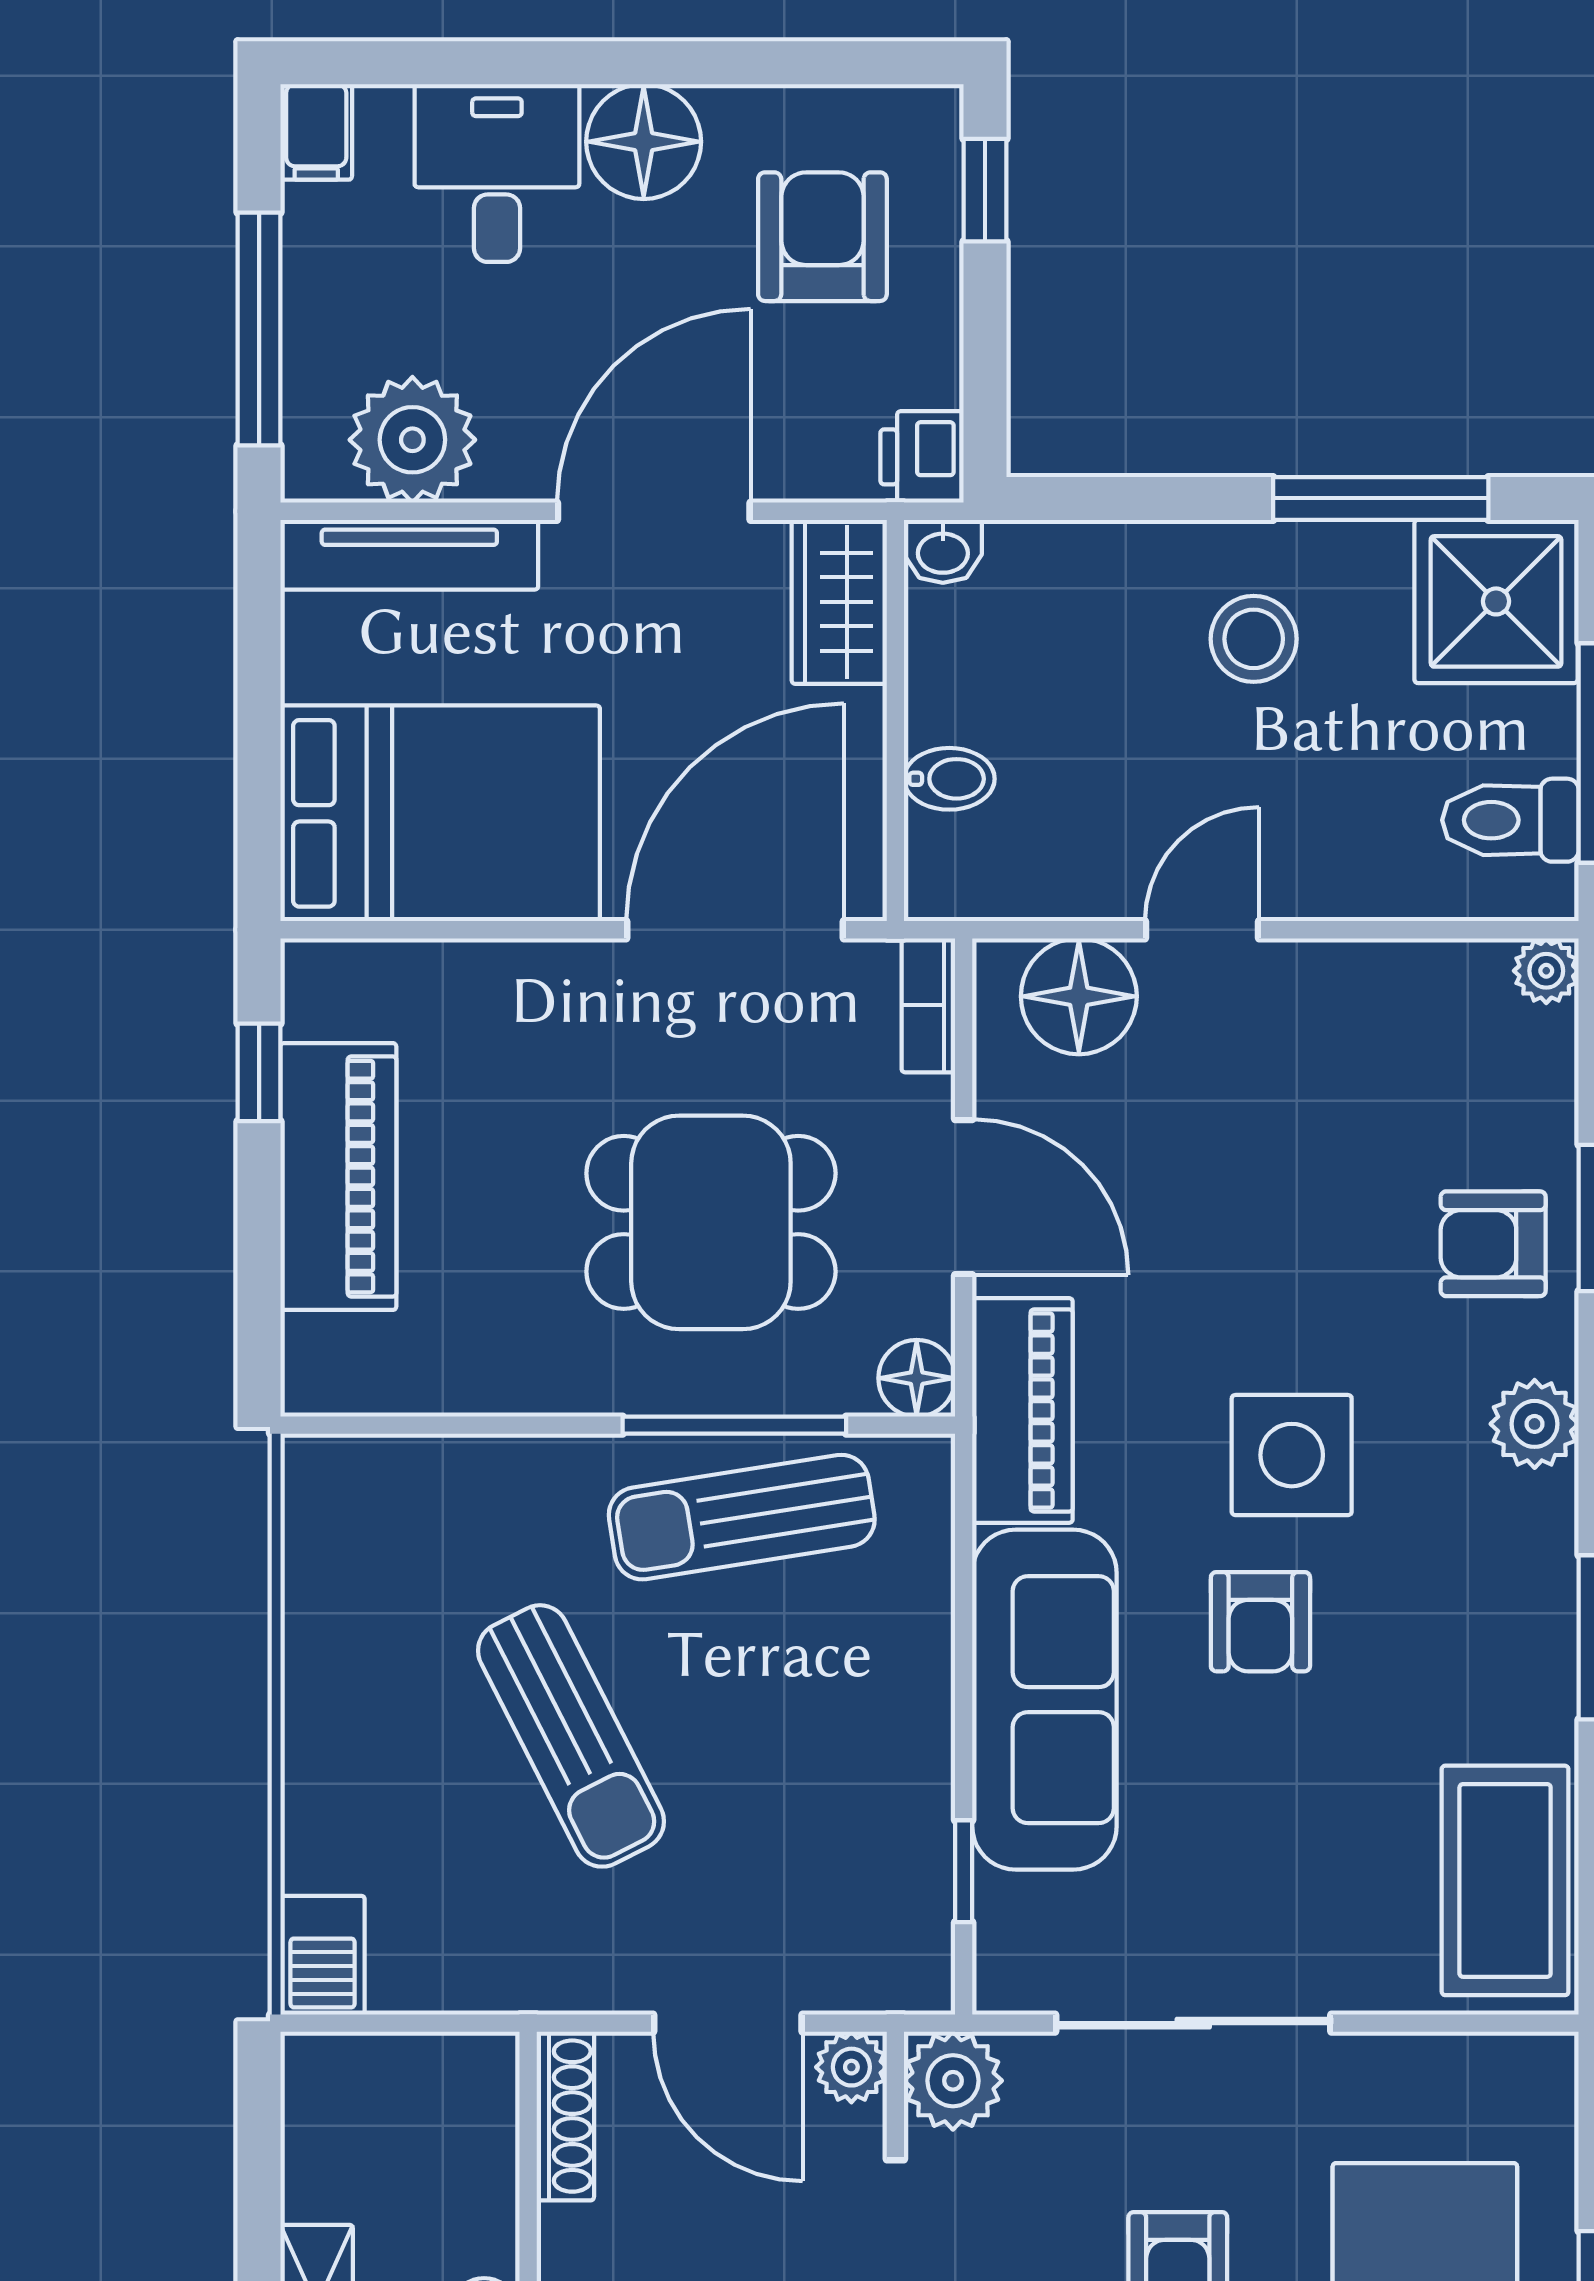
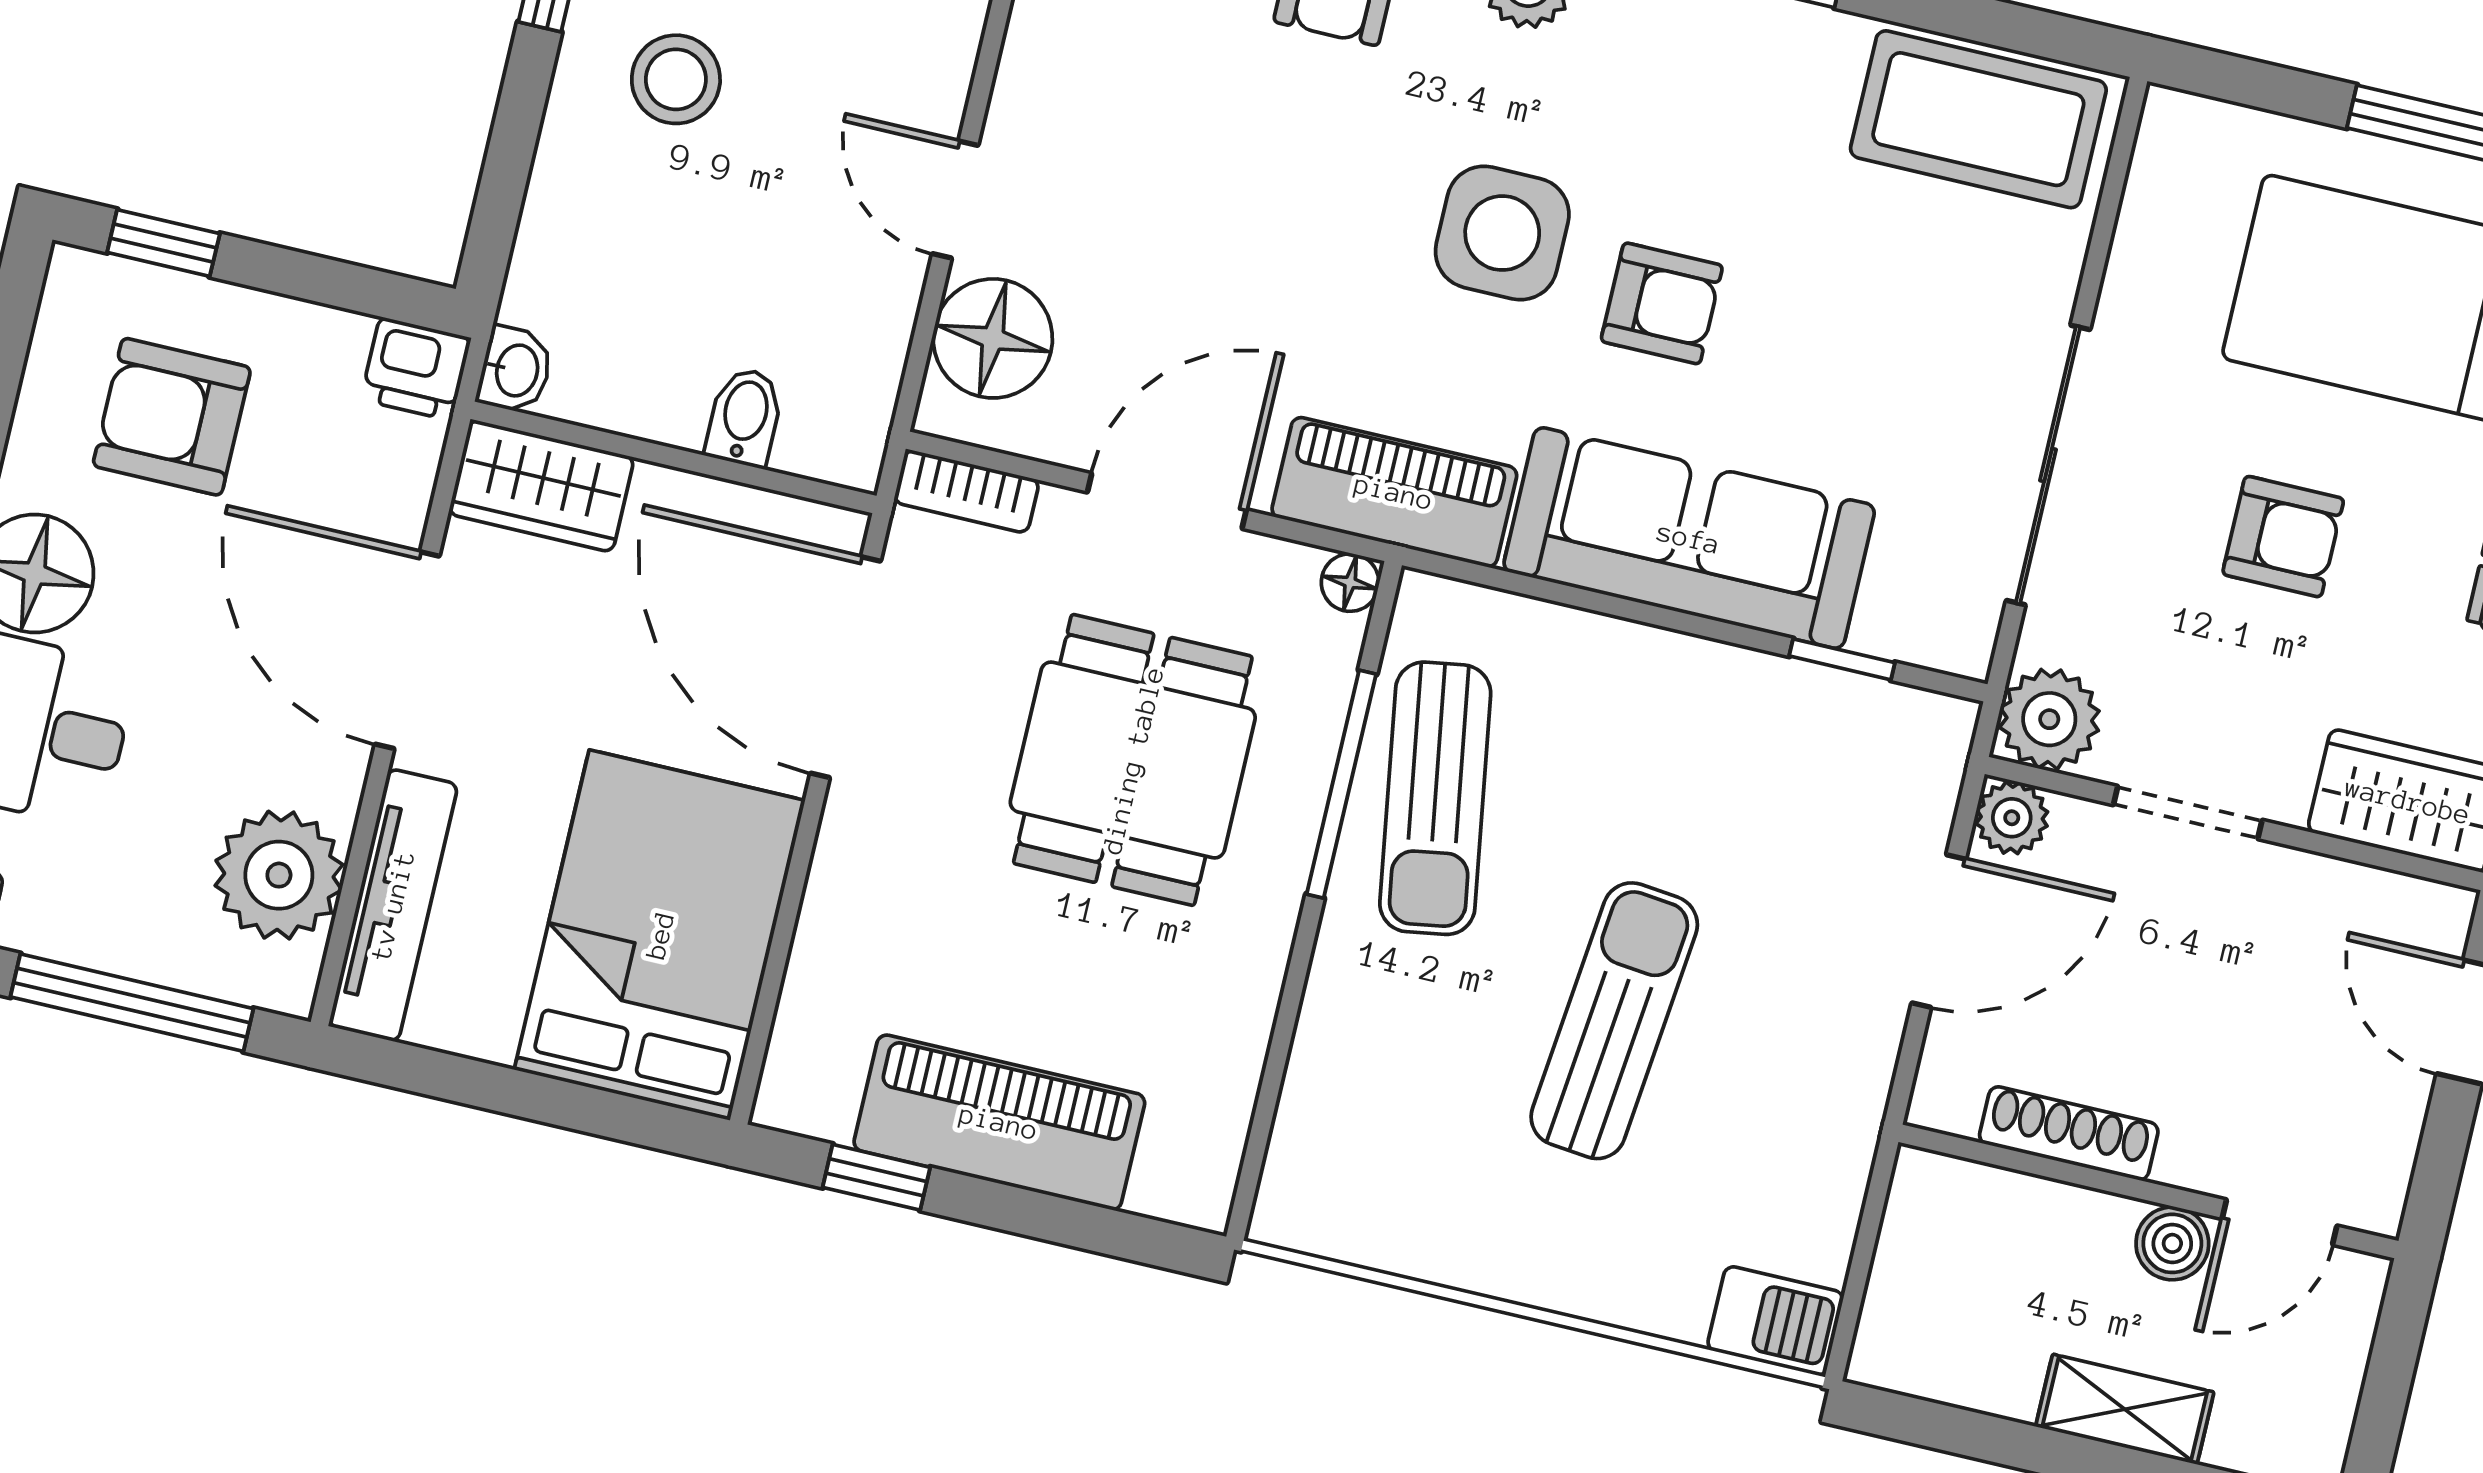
floor lamp: (917, 1378) -> (1350, 583), width x0.73, depth x0.73
sun lounger: (571, 1736) -> (1614, 1021), turned -57
shoe rack: (565, 2116) -> (2069, 1133), moved

